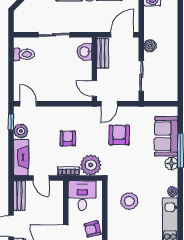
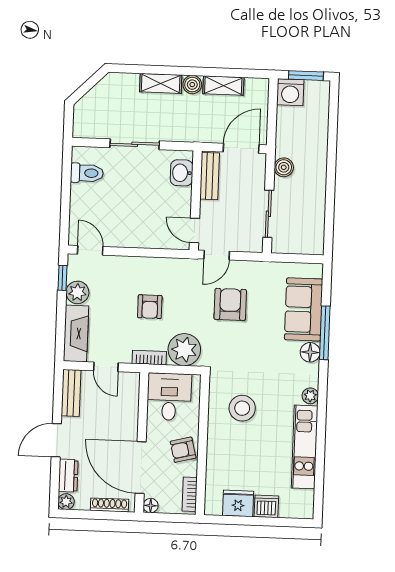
armchair: (68, 138) -> (150, 307), turned 180

